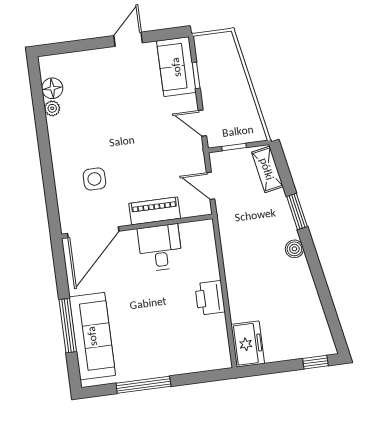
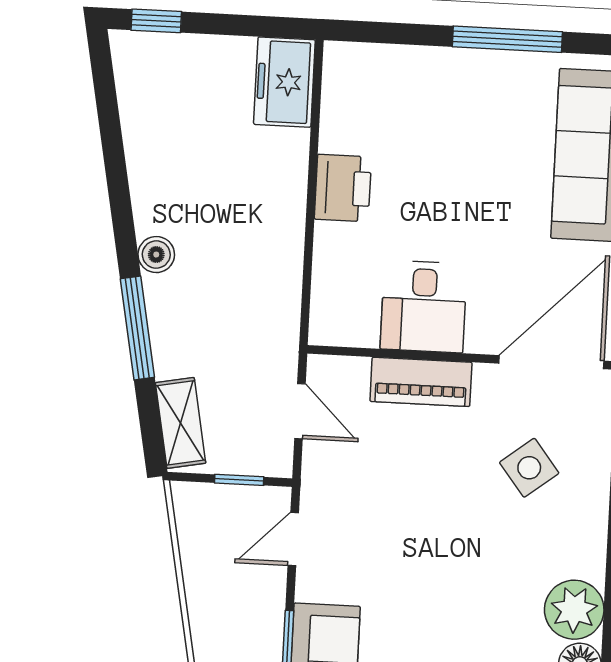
plant: (52, 108) -> (574, 610), width x1.88, depth x1.88
door: (202, 123) -> (293, 539), swing flipped
side table: (94, 179) -> (529, 468), turned -38
window: (297, 212) -> (137, 328), width x1.44

